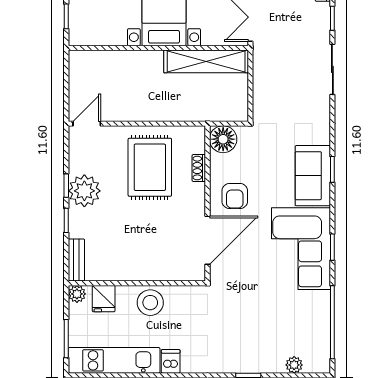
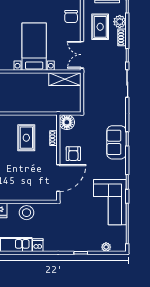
shelving: (206, 61) -> (65, 79), width x0.68
rug: (150, 167) -> (26, 138), width x0.73, depth x0.70
corner sofa: (301, 249) -> (110, 202), moved

